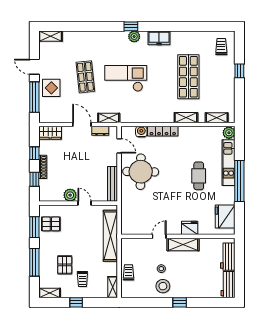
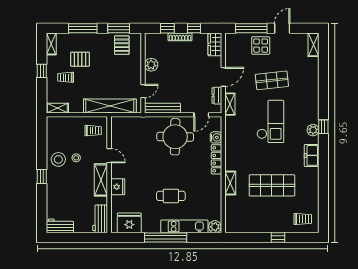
shelving: (217, 118) -> (230, 214), removed
door: (84, 203) -> (143, 91), moved
workbench: (228, 257) -> (100, 219), moved, turned -90
trolley: (128, 272) -> (93, 131), moved

